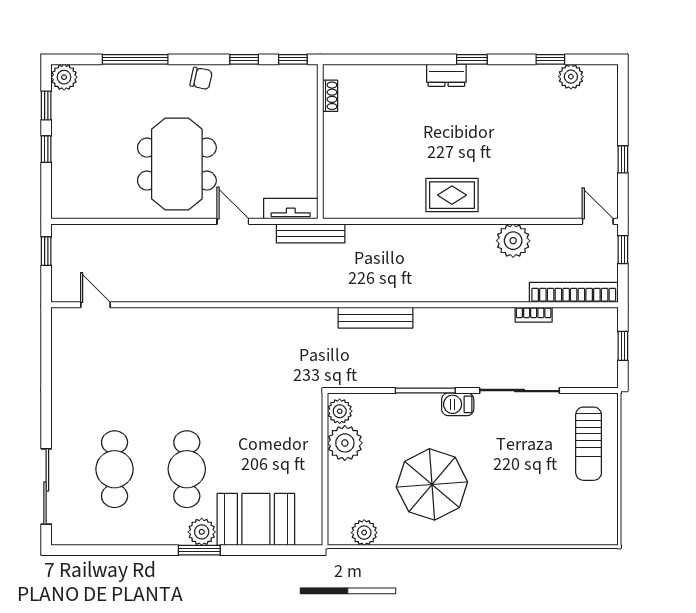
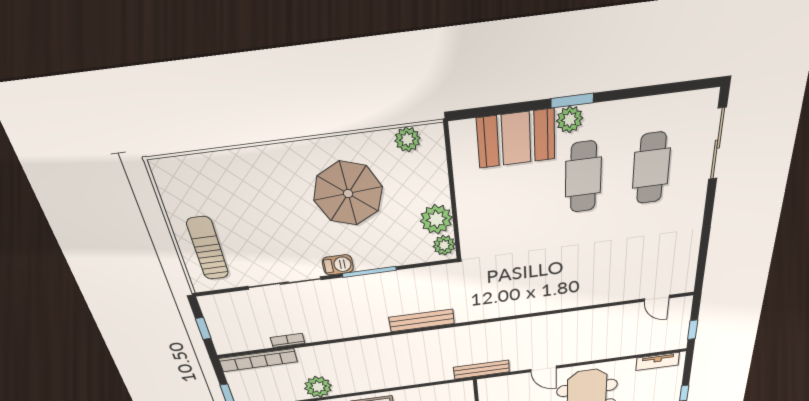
tv unit: (291, 209) -> (658, 361), moved

